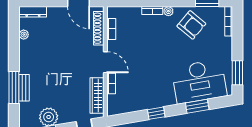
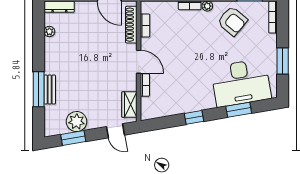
window: (237, 73) -> (283, 61), moved
wardrobe: (97, 96) -> (129, 105), width x0.67

